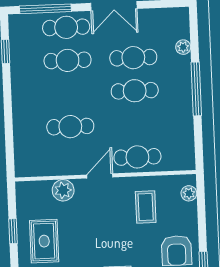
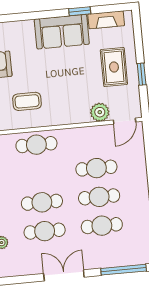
cafe table: (66, 27) -> (99, 197), moved
door: (100, 176) -> (124, 121), moved
coffee table: (146, 207) -> (27, 101), turned 90

